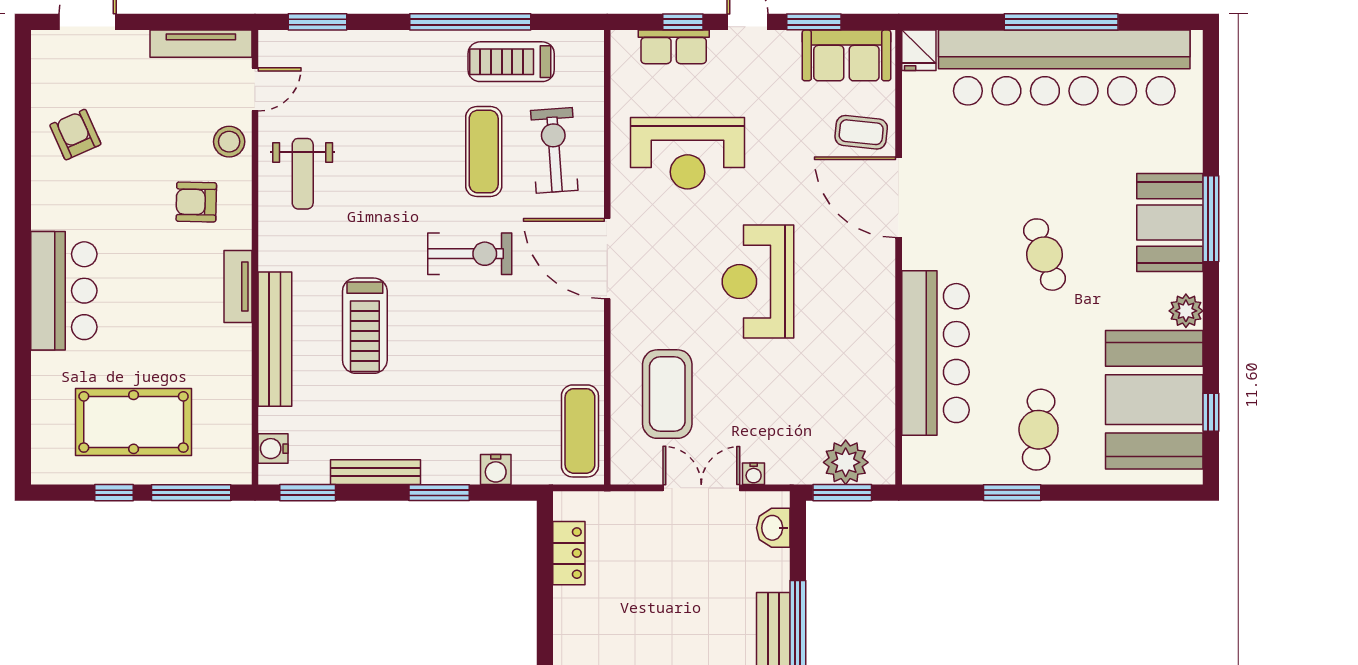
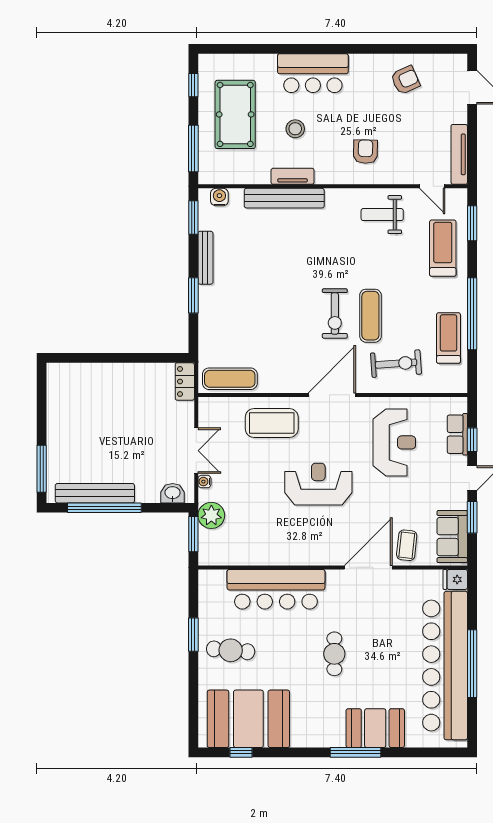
stool: (229, 142) -> (295, 129), moved
exercise mat: (484, 152) -> (370, 316), moved, turned 90
reception desk: (687, 153) -> (394, 442), turned 180
booth: (1170, 223) -> (375, 728), moved
cafe table: (1045, 255) -> (334, 654), turned -71
tv unit: (238, 286) -> (293, 176), moved
plant: (1186, 311) -> (301, 738), removed
treadmill: (365, 326) -> (443, 248), moved, turned 90
coffee table: (667, 394) -> (272, 423), moved
plant: (846, 462) -> (211, 515), moved
water cooler: (496, 470) -> (207, 329), removed
window: (114, 493) -> (193, 85), moved
locker: (569, 553) -> (185, 381), moved, turned 90

